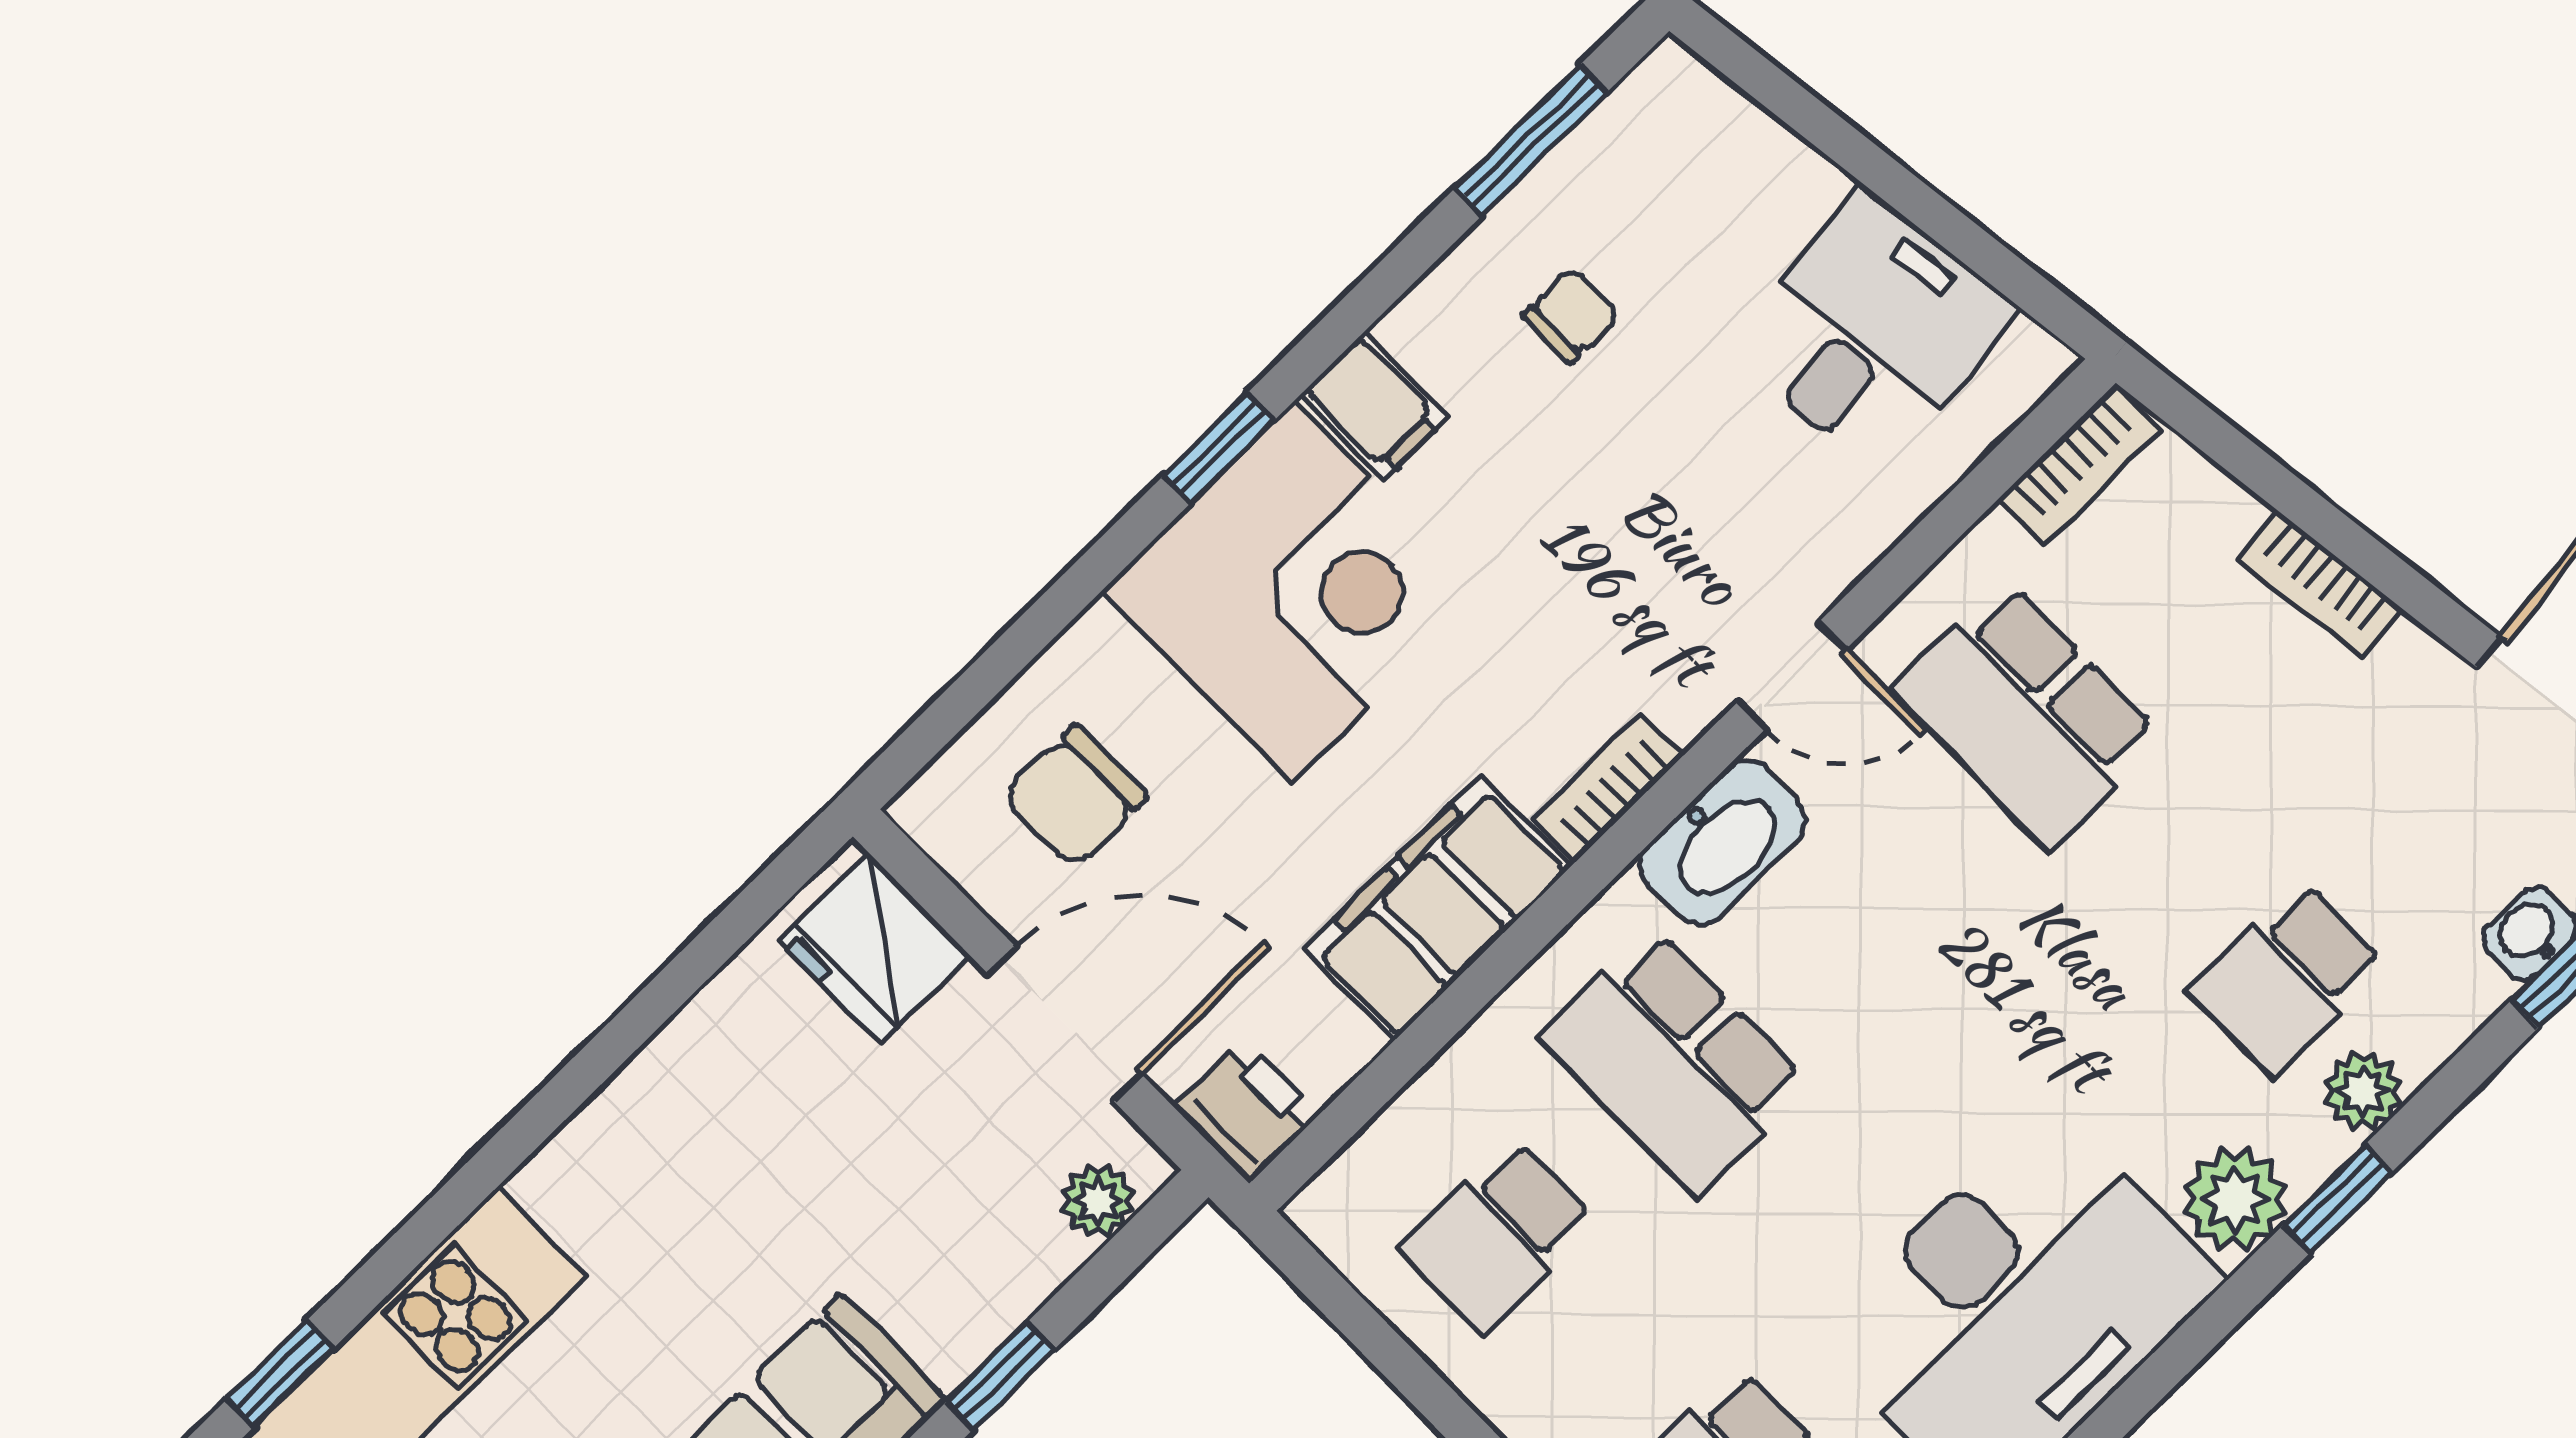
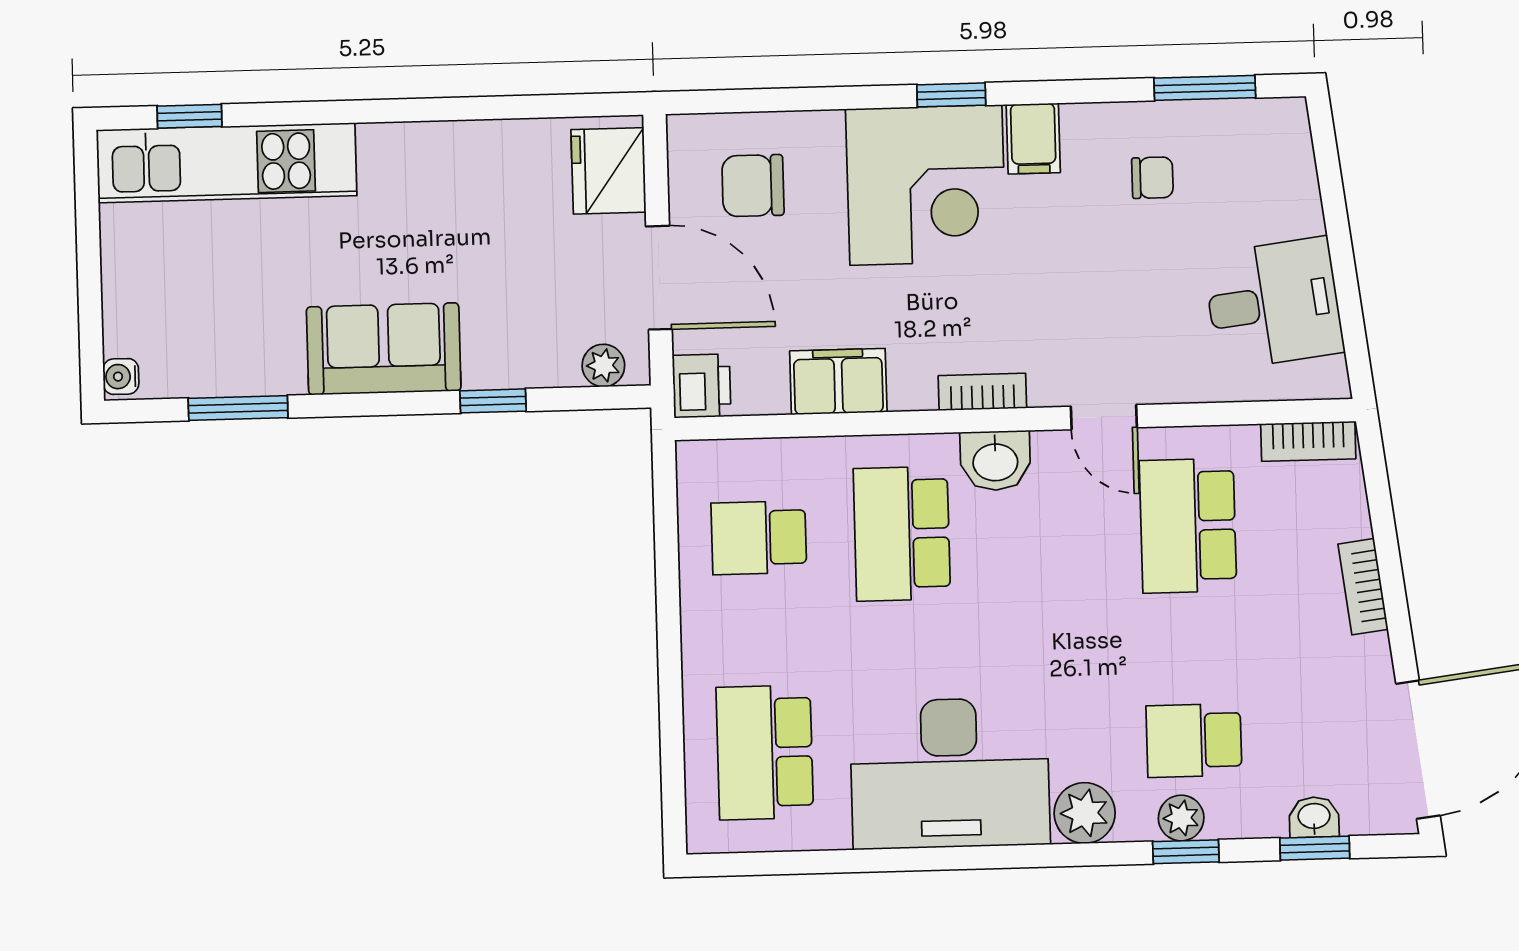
washbasin: (1723, 842) -> (995, 461), width x0.72
filing cabinet: (1437, 908) -> (838, 382), width x0.67, depth x0.86
window: (2337, 1199) -> (1186, 852), moved

